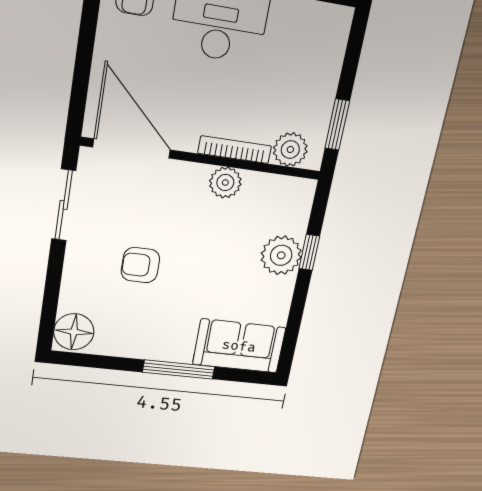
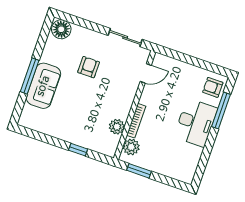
door: (132, 149) -> (146, 73), width x0.53
plant: (225, 183) -> (117, 127), moved
plant: (281, 255) -> (79, 136), removed
sofa: (239, 346) -> (43, 86), moved

